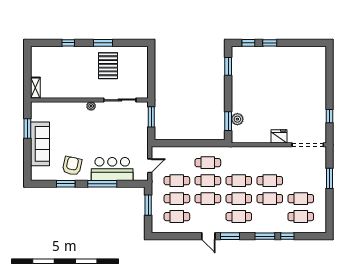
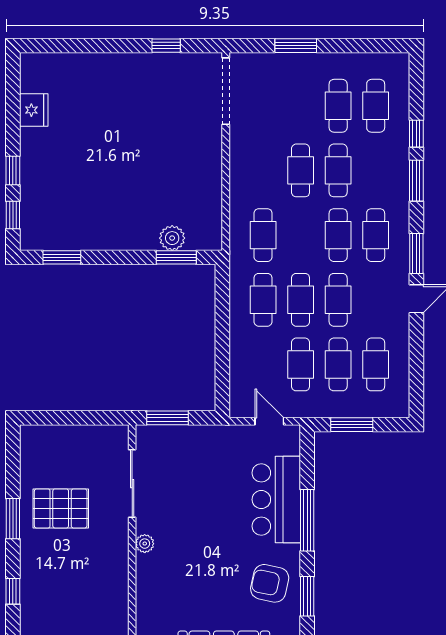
fridge: (279, 136) -> (34, 110), moved, turned 180
cafe table: (239, 181) -> (263, 235), moved

